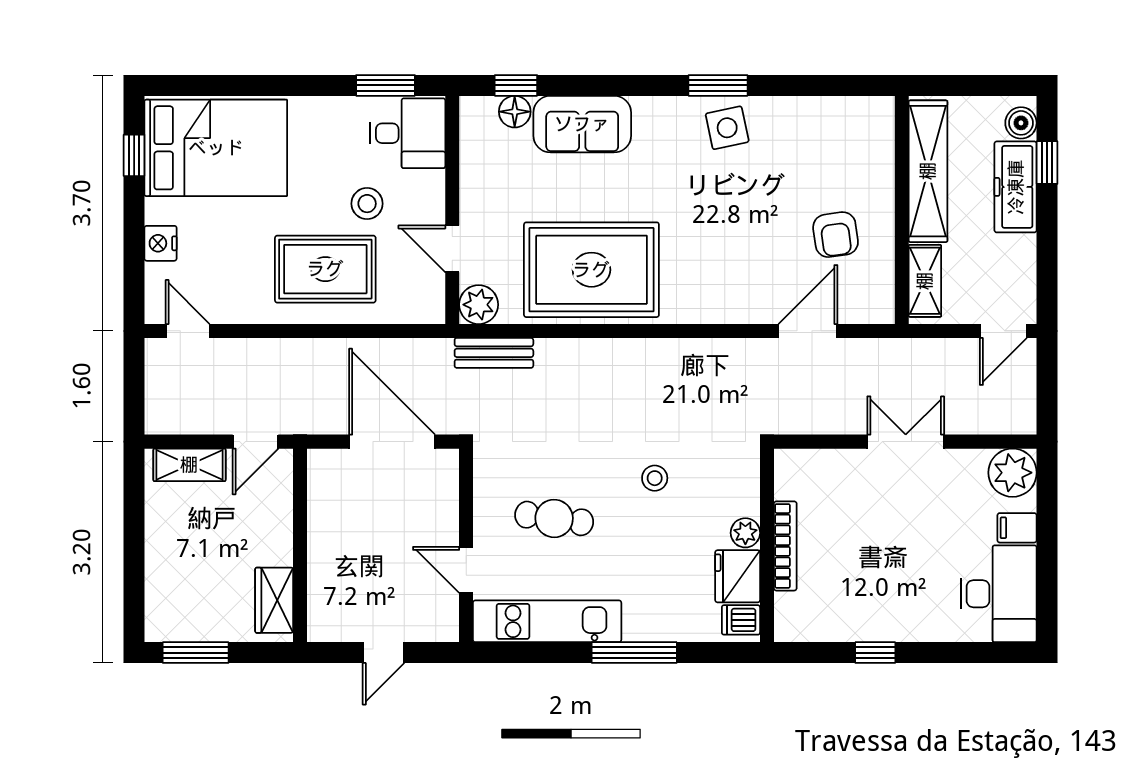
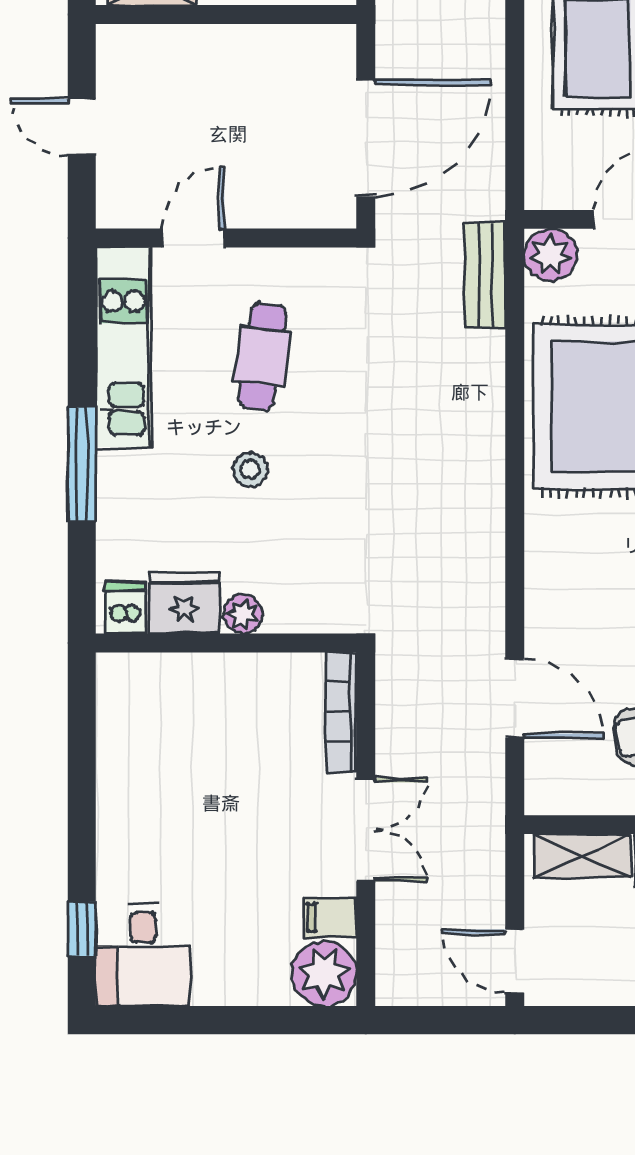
stool: (655, 478) -> (250, 470), moved
filing cabinet: (1017, 528) -> (330, 918), moved, turned -90
bookcase: (785, 546) -> (341, 712), moved, turned 90
desk: (999, 594) -> (143, 955), width x0.73
window: (875, 653) -> (82, 929), moved

